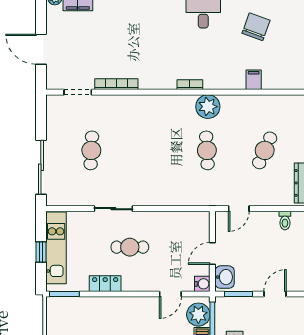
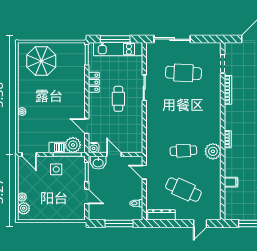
cafe table: (91, 150) -> (183, 73), width x1.37, depth x1.35
cafe table: (265, 150) -> (183, 190), width x1.37, depth x1.35
window: (41, 252) -> (115, 39), width x2.17

